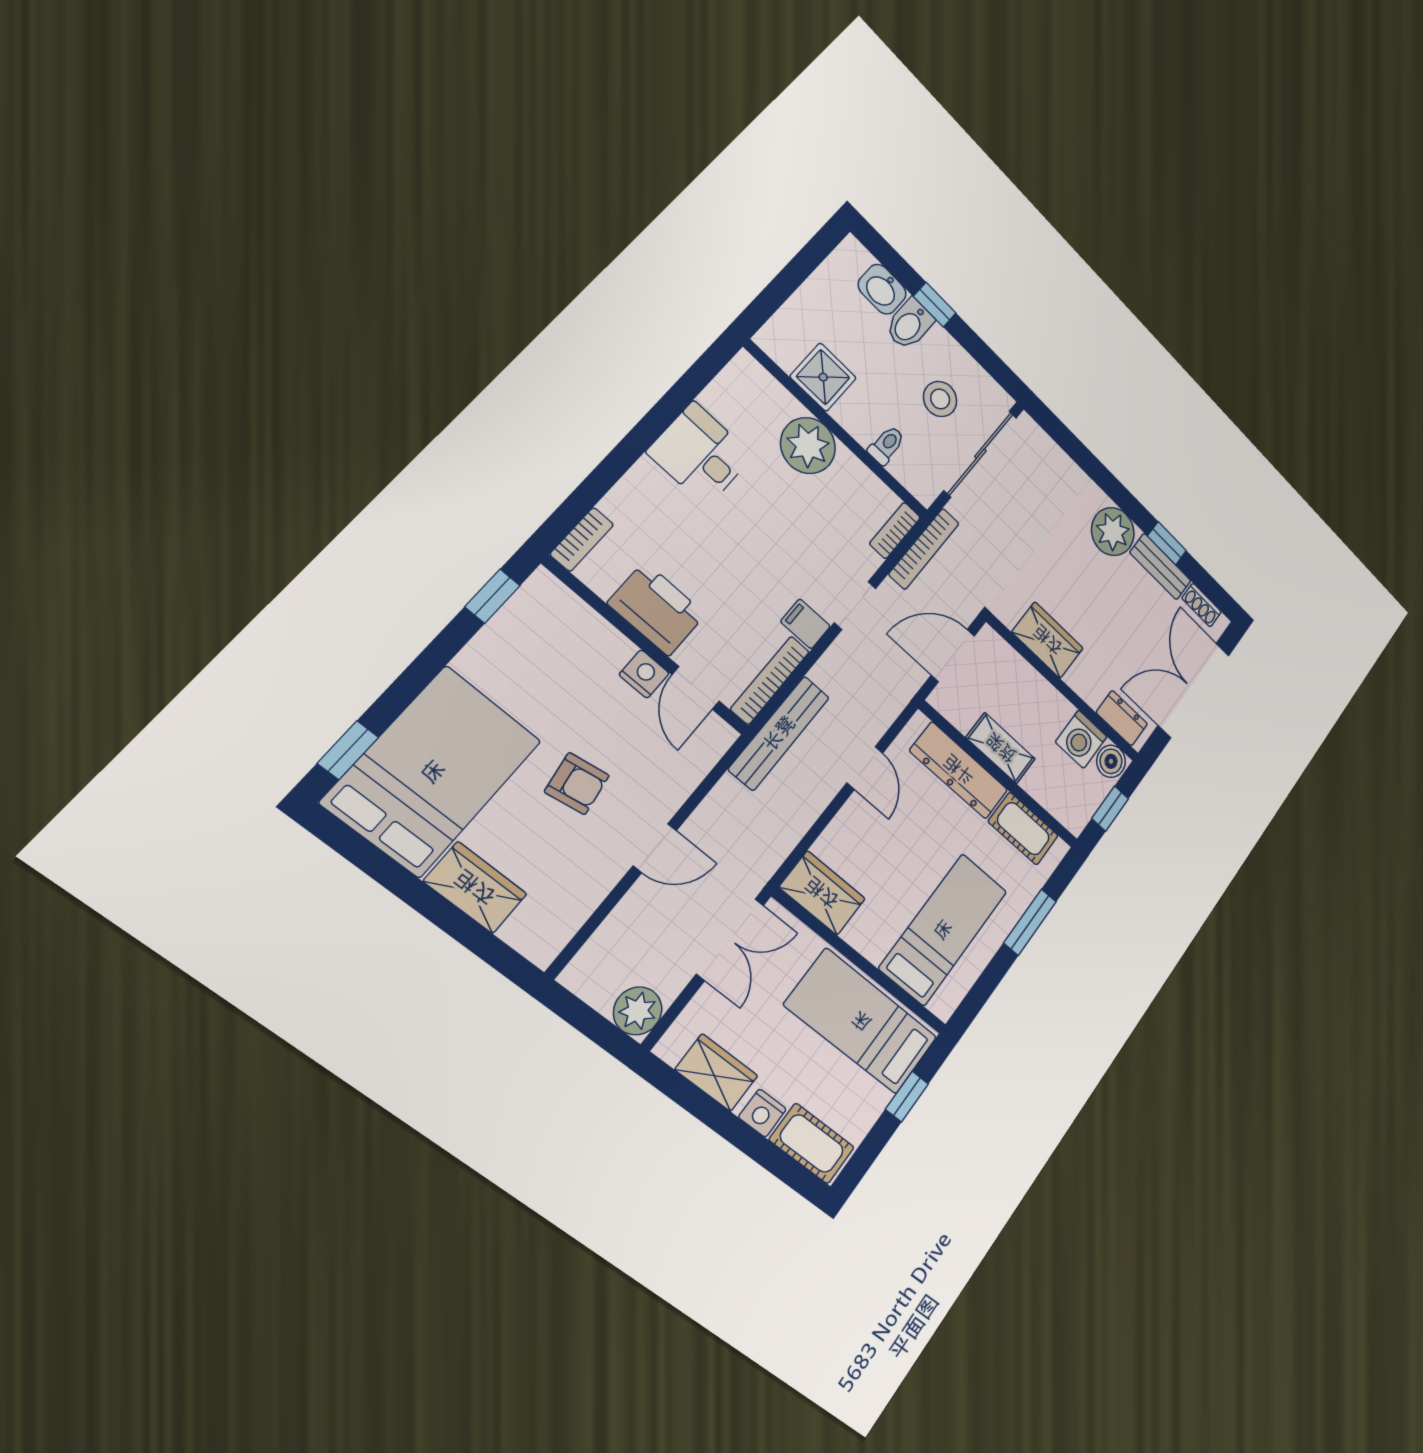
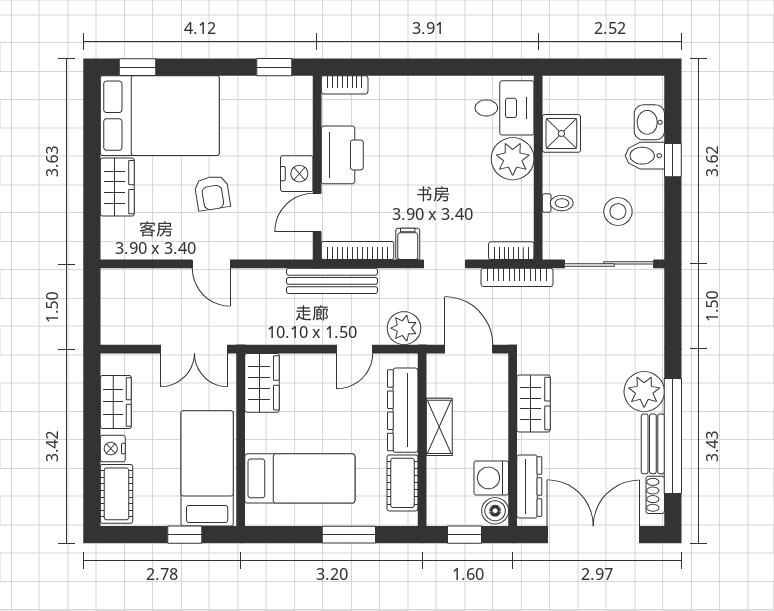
desk: (700, 454) -> (505, 108), moved, turned 90
window: (1167, 543) -> (673, 436), width x3.17
nightstand: (644, 674) -> (297, 174), width x1.36, depth x1.33
dresser: (1122, 718) -> (529, 486), width x1.44
plant: (638, 1011) -> (404, 328), moved

